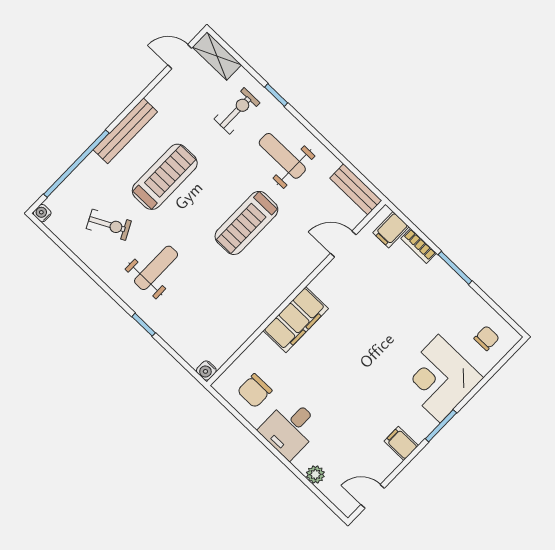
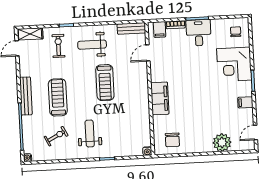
desk: (290, 428) -> (199, 33), moved, turned 180
plant: (315, 474) -> (222, 143), width x1.87, depth x1.87

